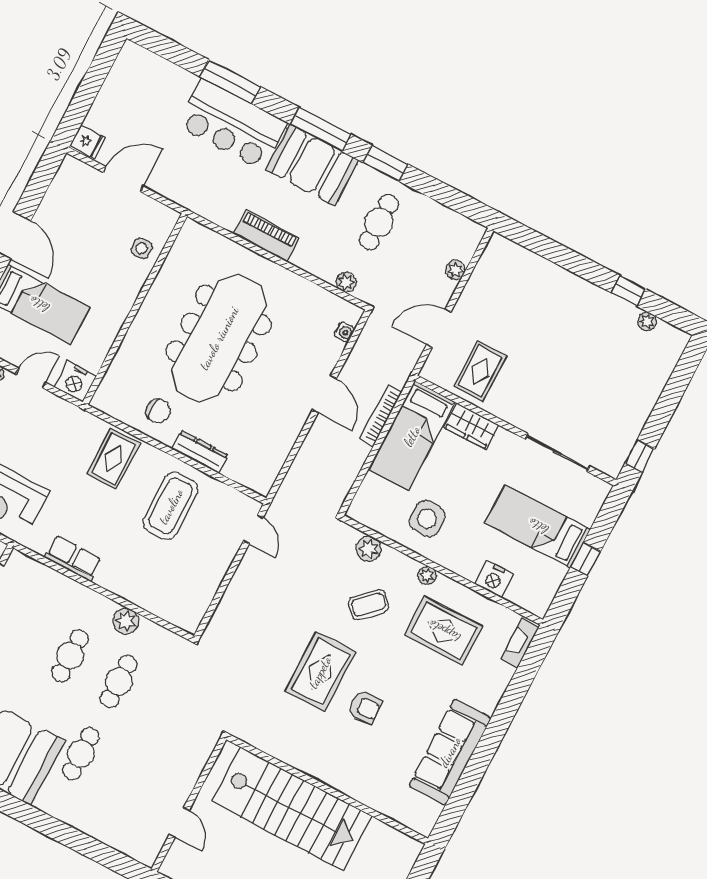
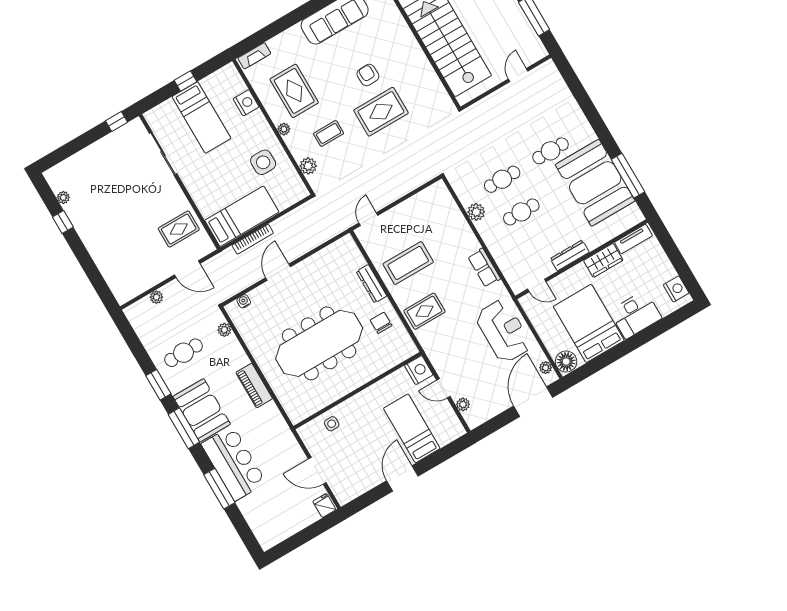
wardrobe: (471, 426) -> (204, 200), removed
coffee table: (368, 605) -> (329, 133), turned -46

